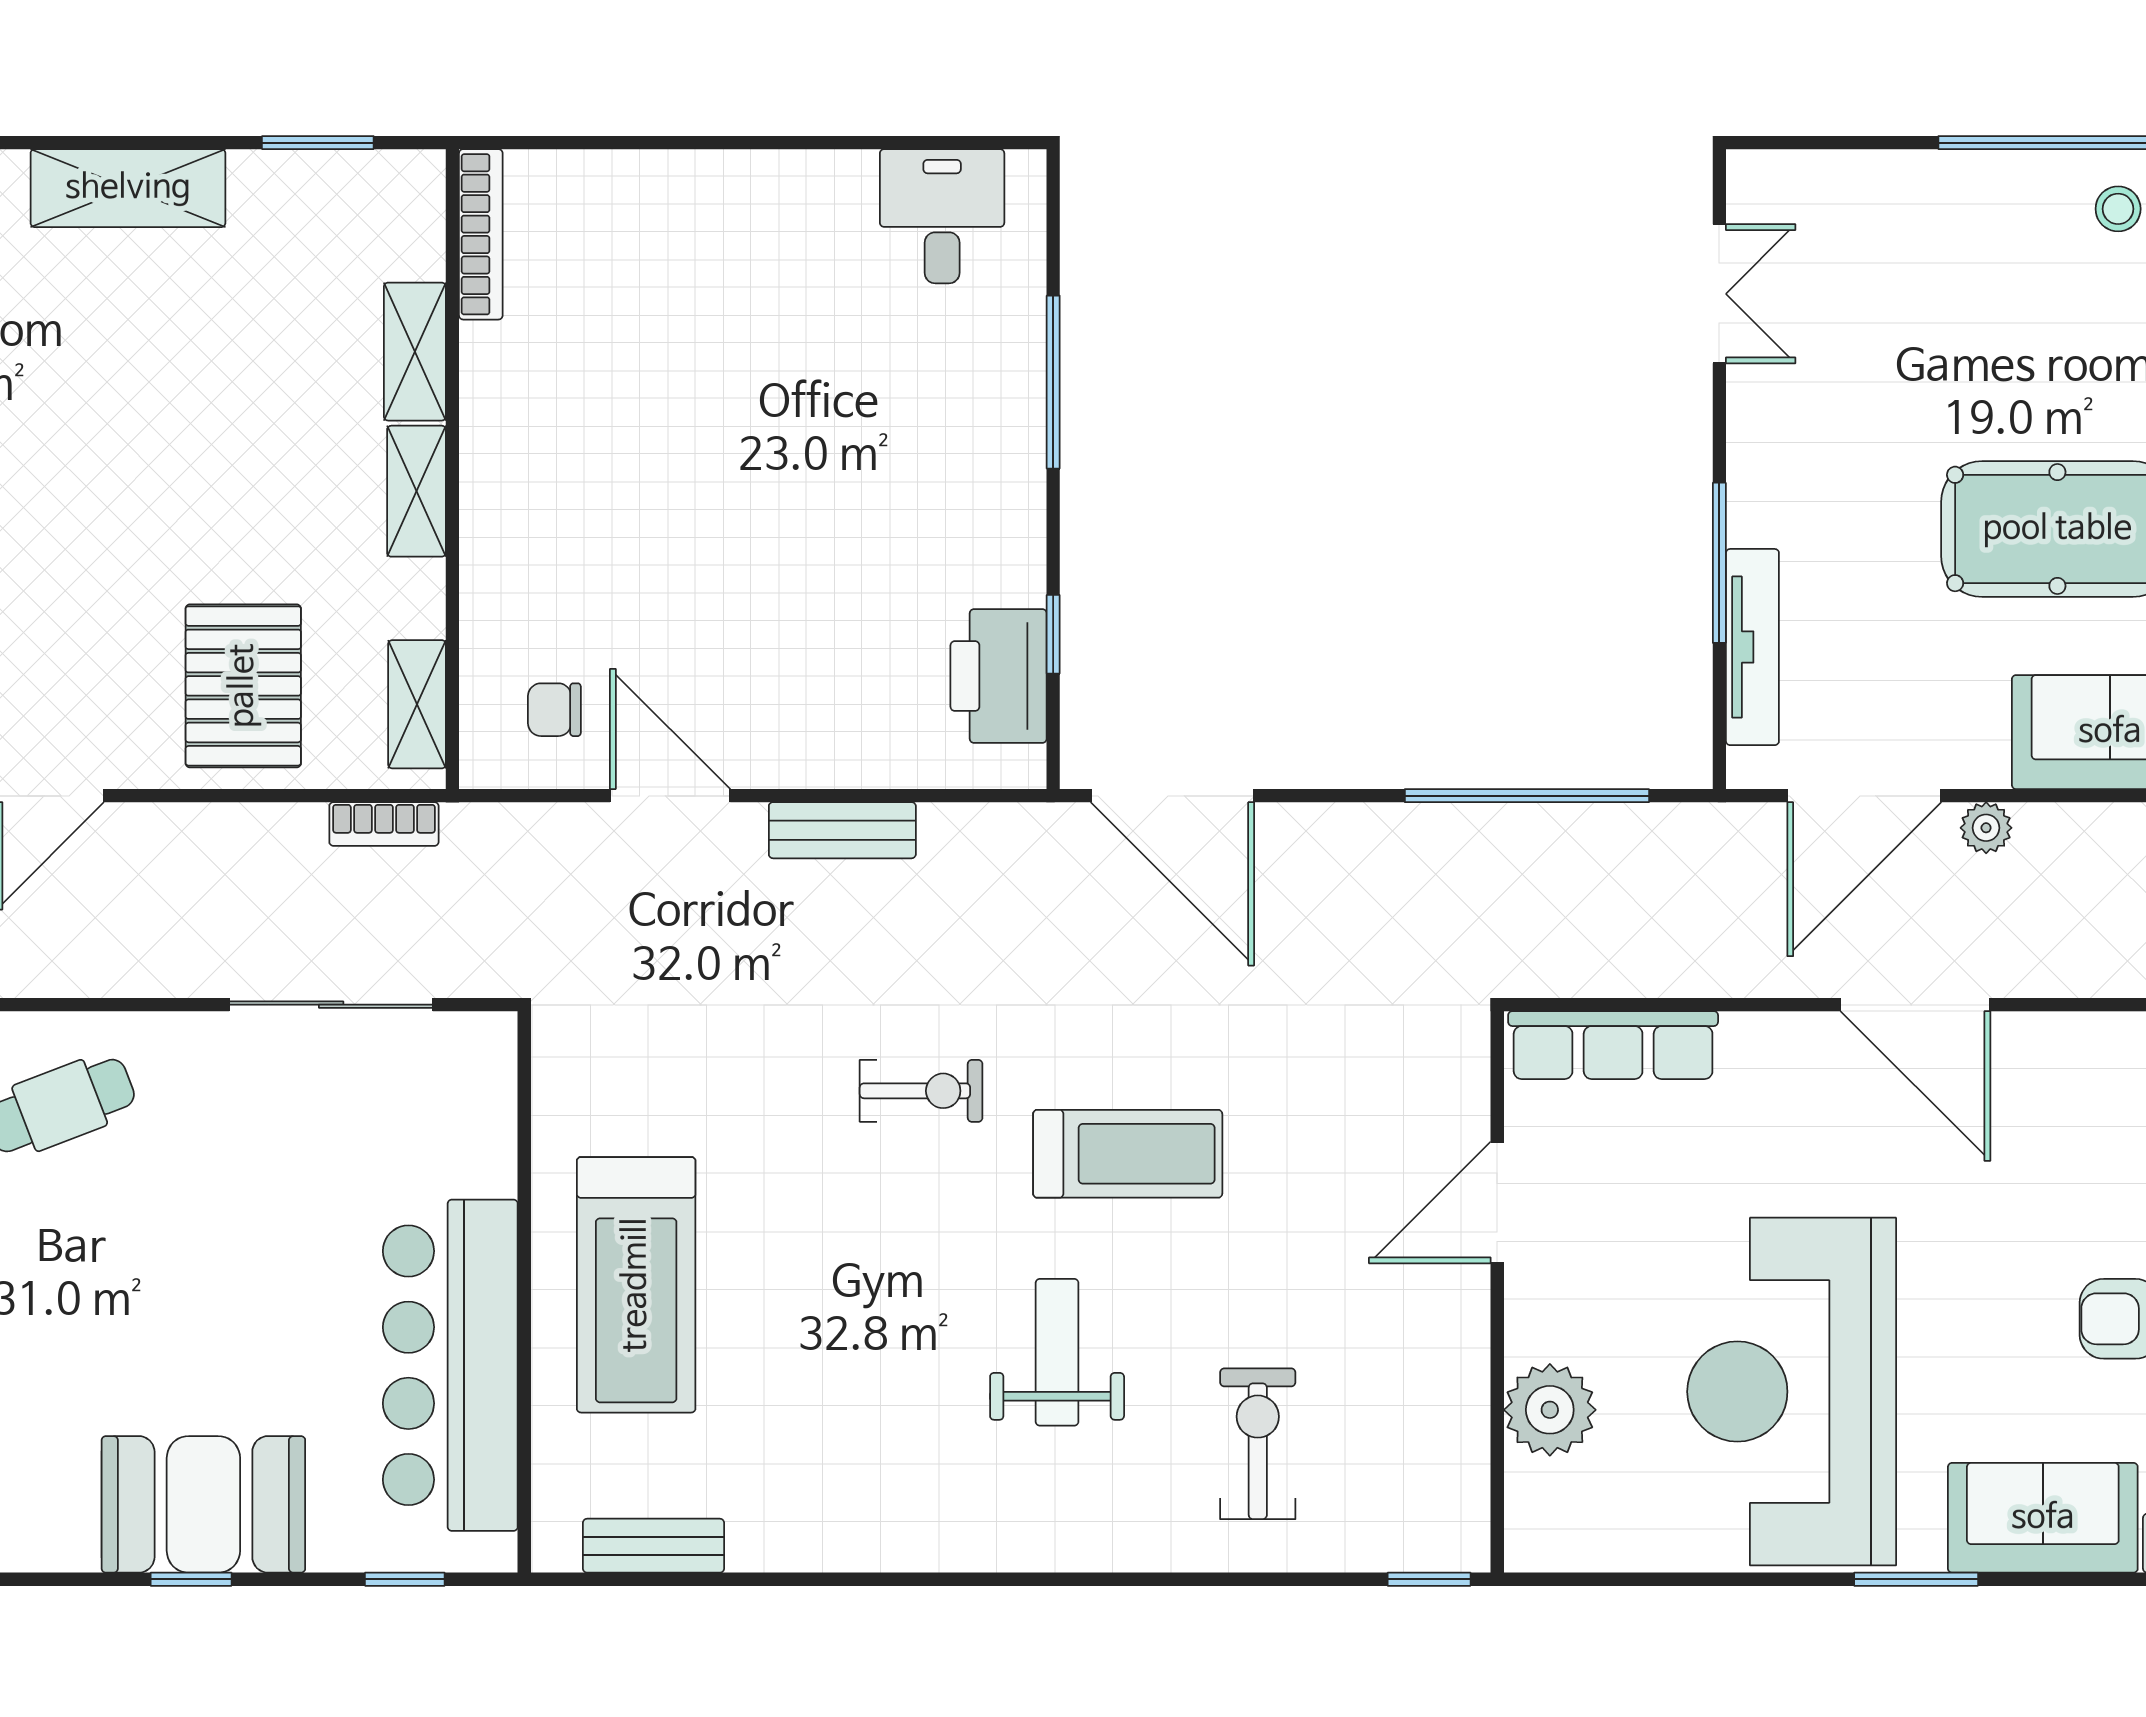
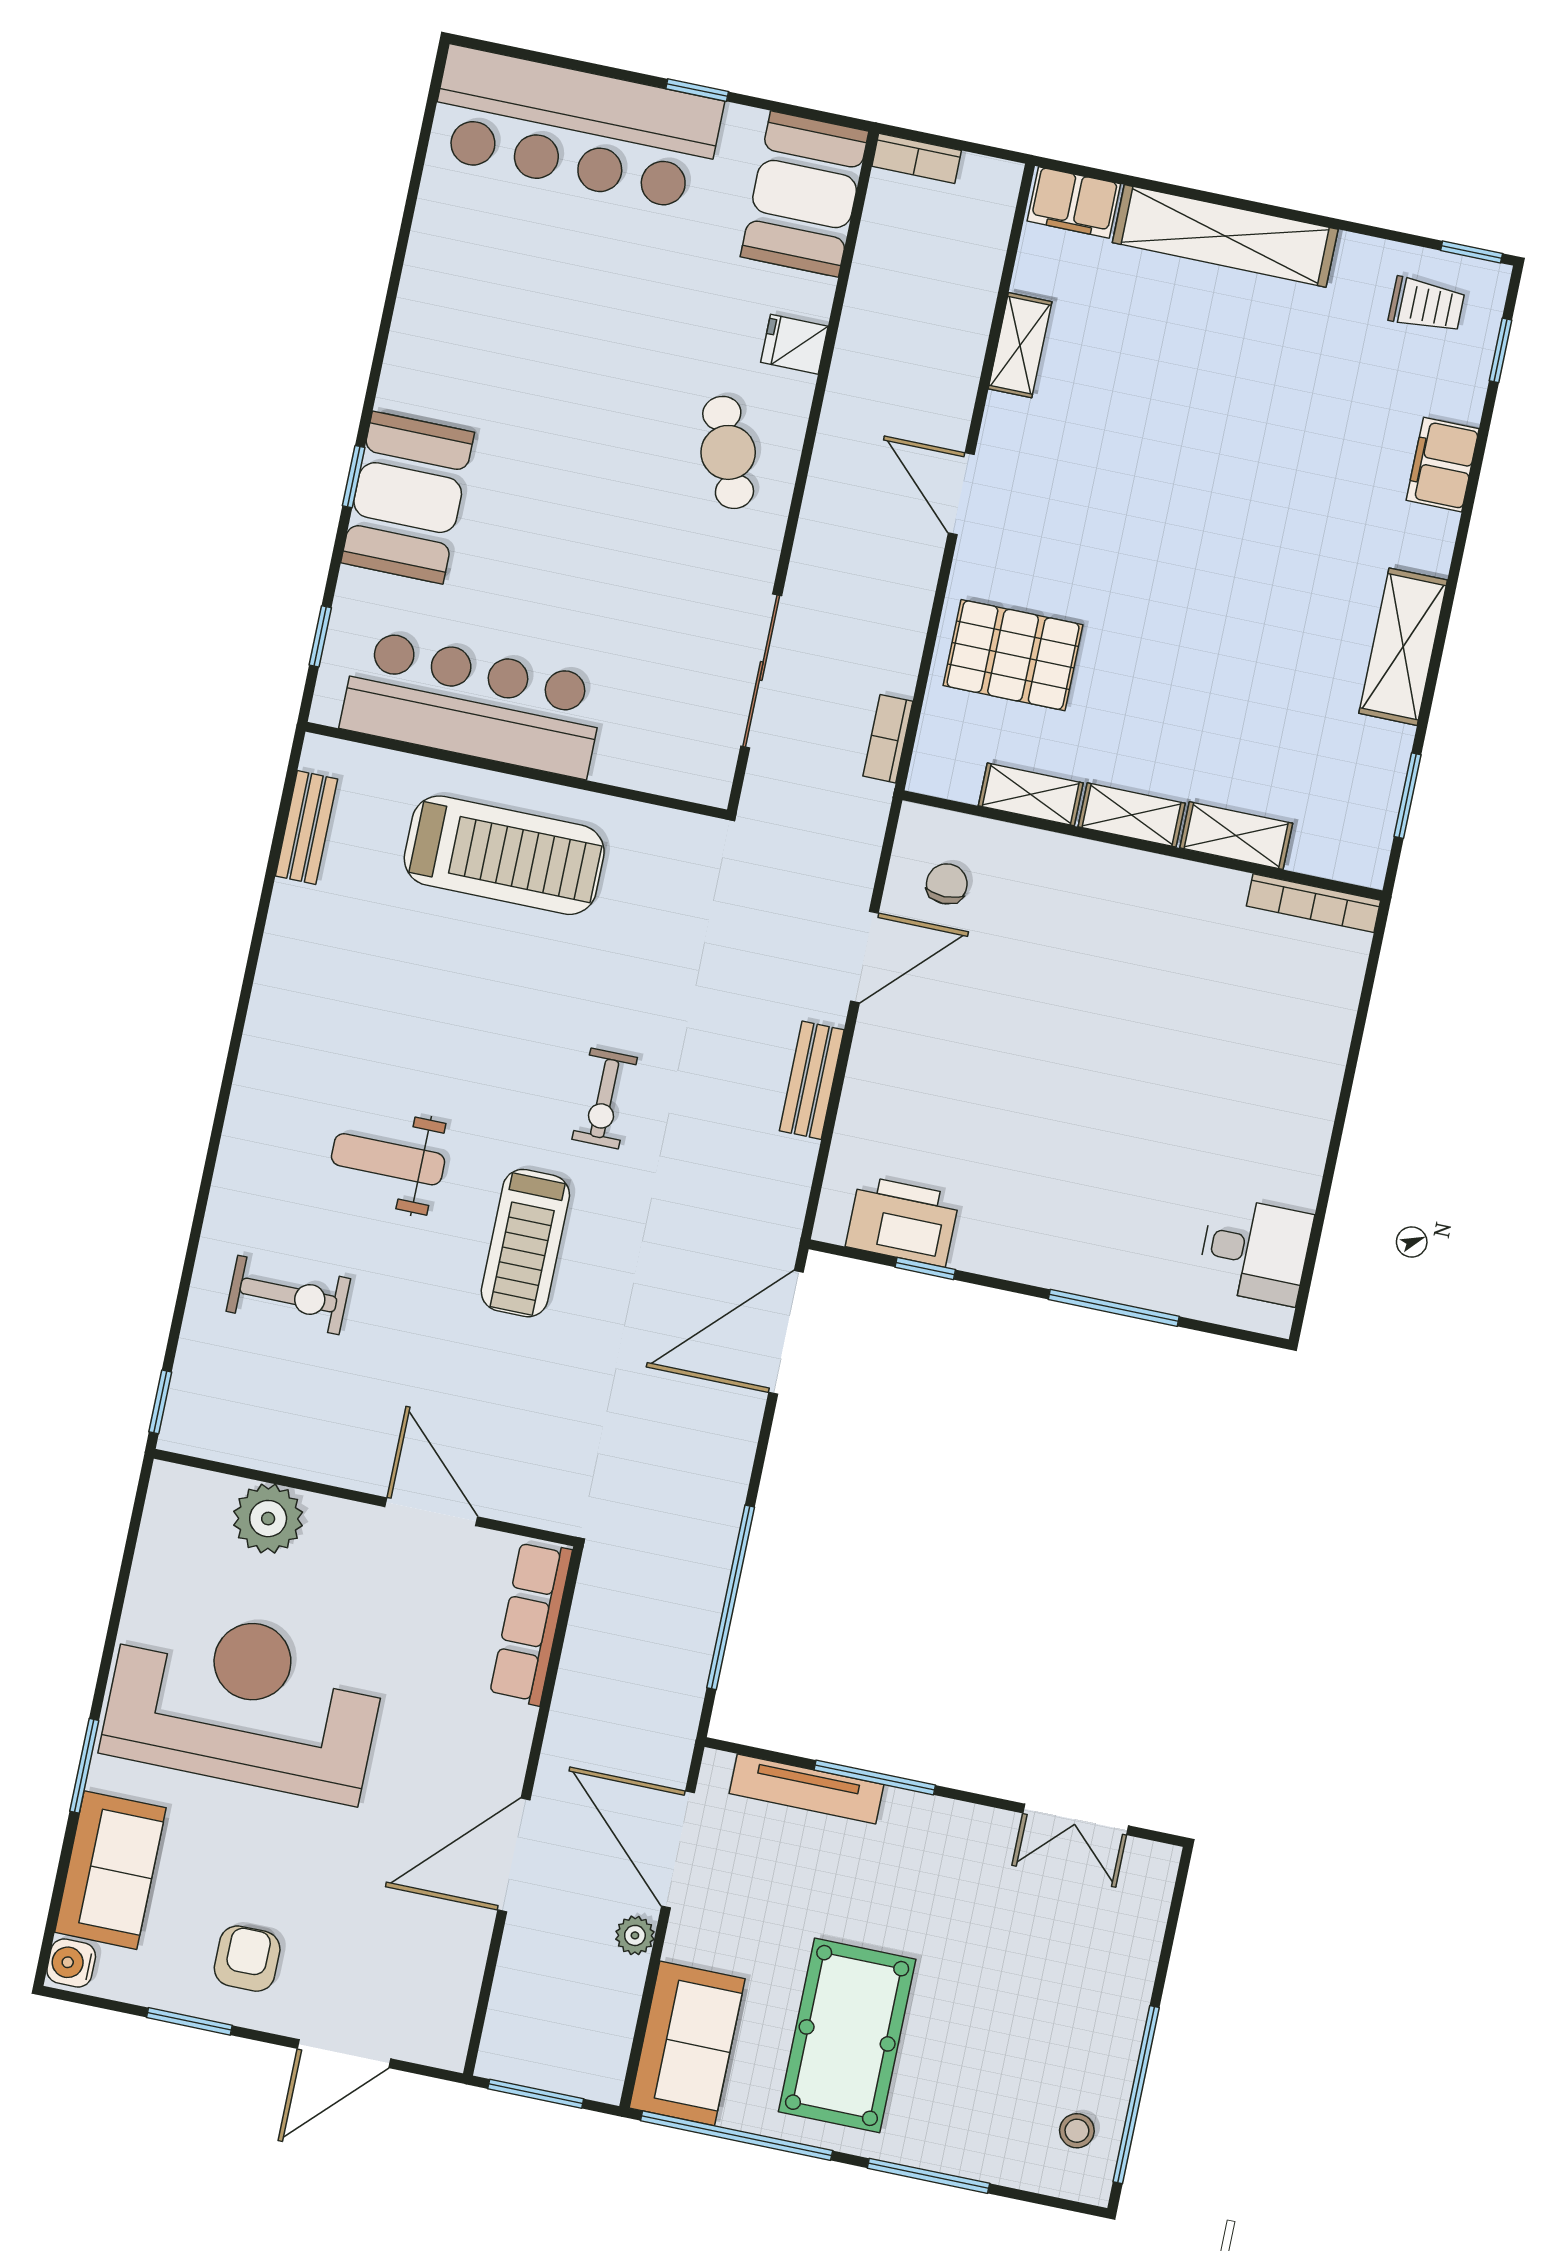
shelving: (417, 704) -> (1031, 794), moved
treadmill: (636, 1285) -> (504, 855), turned 180
weight bench: (1057, 1352) -> (388, 1159), turned 180

